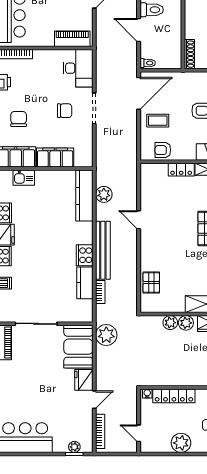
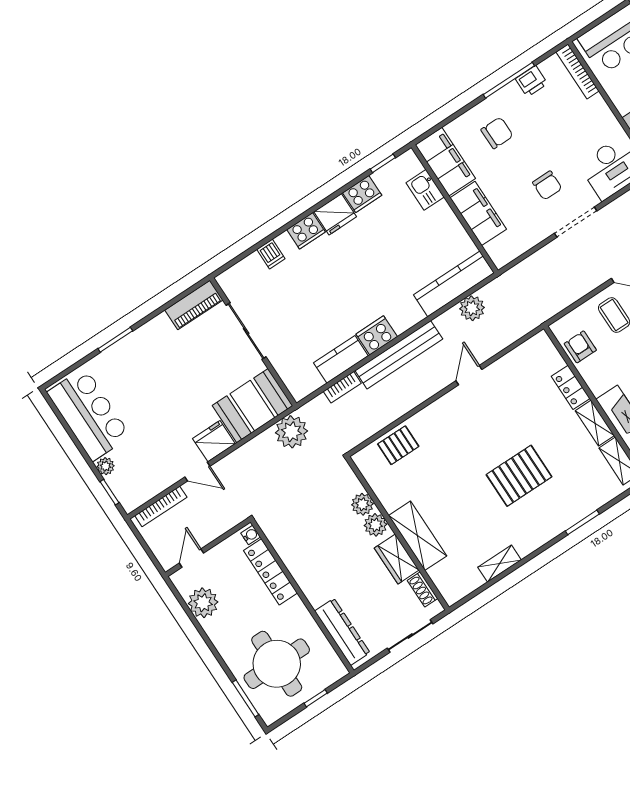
plant: (181, 443) -> (203, 603), moved
plant: (74, 447) -> (106, 466), moved

